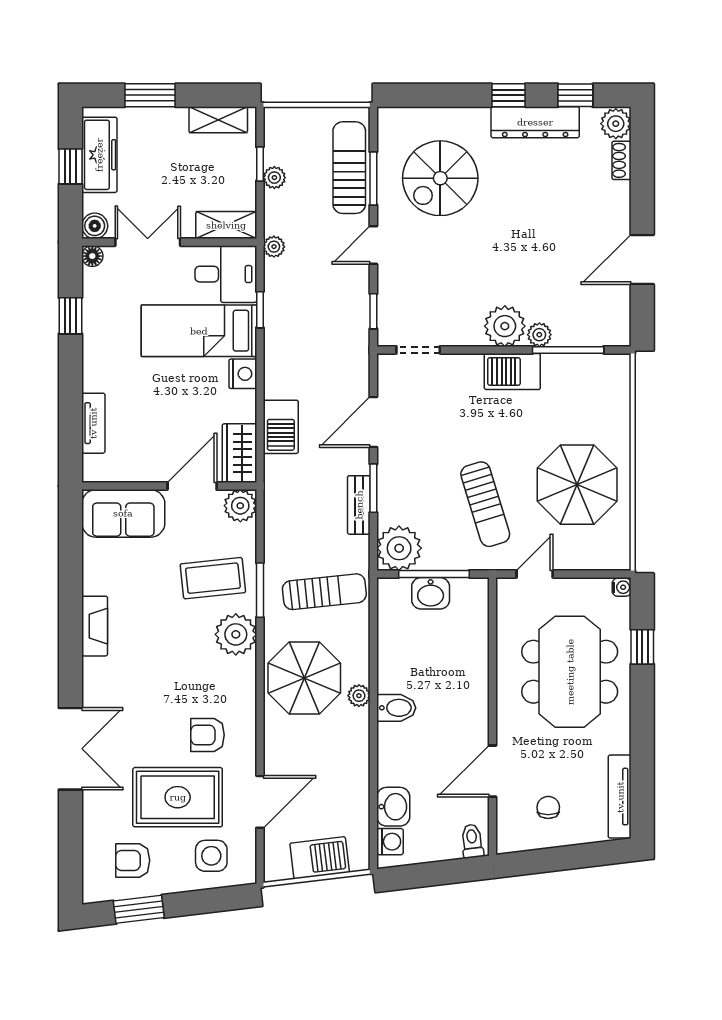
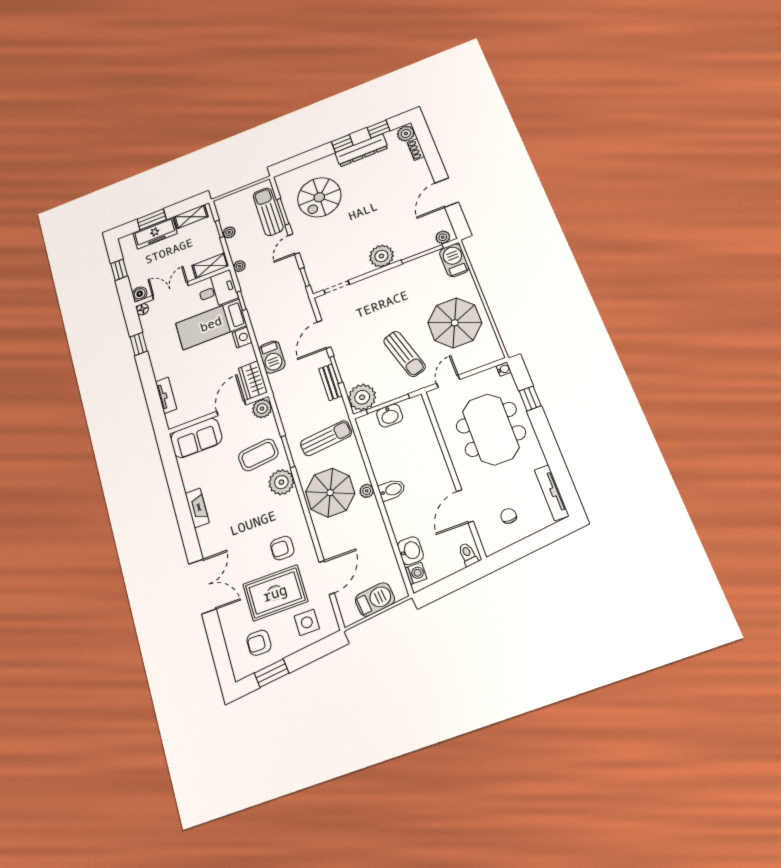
freezer: (99, 155) -> (155, 233), moved, turned 90
plant: (539, 335) -> (443, 237), moved
barbecue: (512, 372) -> (454, 260), moved, turned 90

